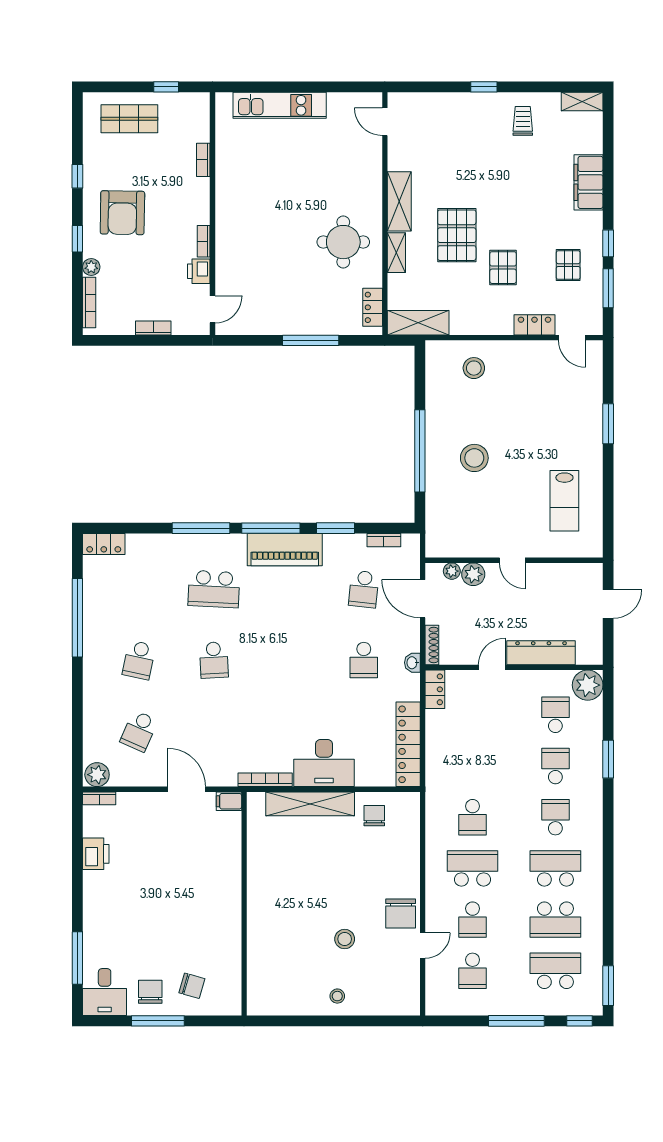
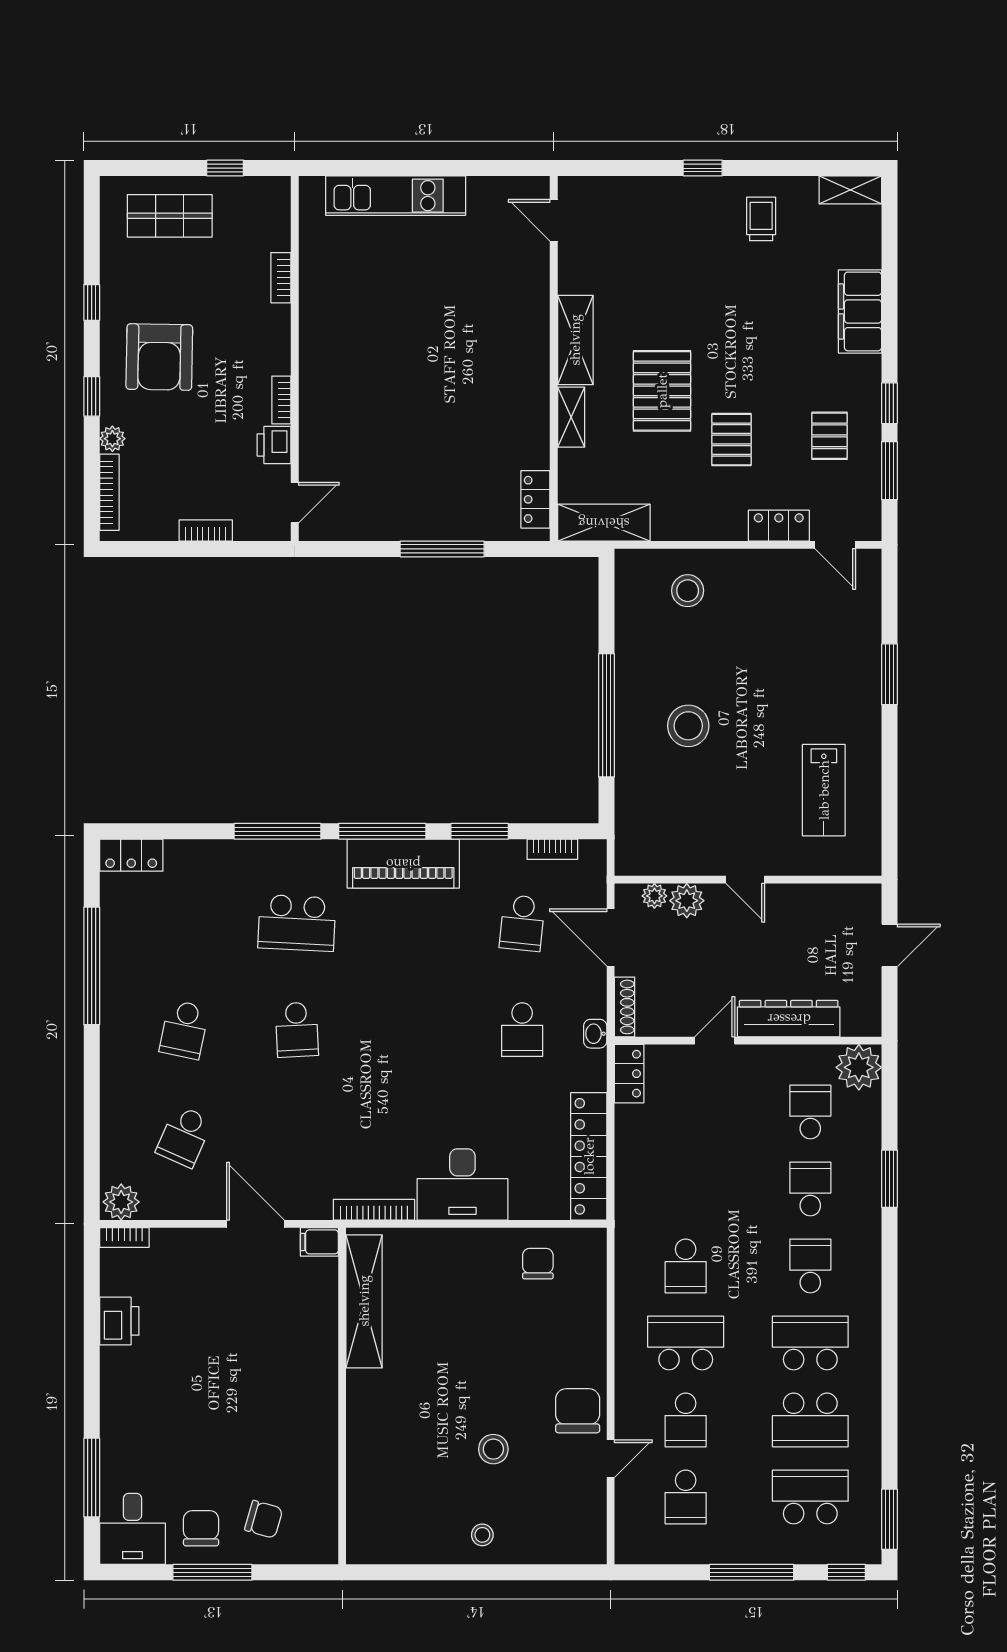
round table: (343, 242) -> (491, 401), removed
shelving: (310, 804) -> (364, 1301), moved, turned 90
chair: (401, 914) -> (578, 1411), turned 180

